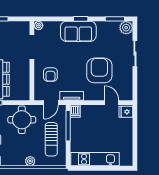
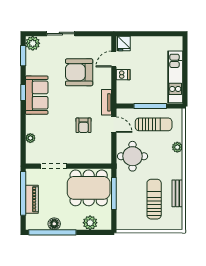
doorway: (32, 47) -> (54, 166), moved
wall: (32, 61) -> (69, 166), moved
armchair: (50, 74) -> (83, 125), turned 90
dishwasher: (75, 111) -> (123, 75), moved
window: (68, 126) -> (150, 106), moved

